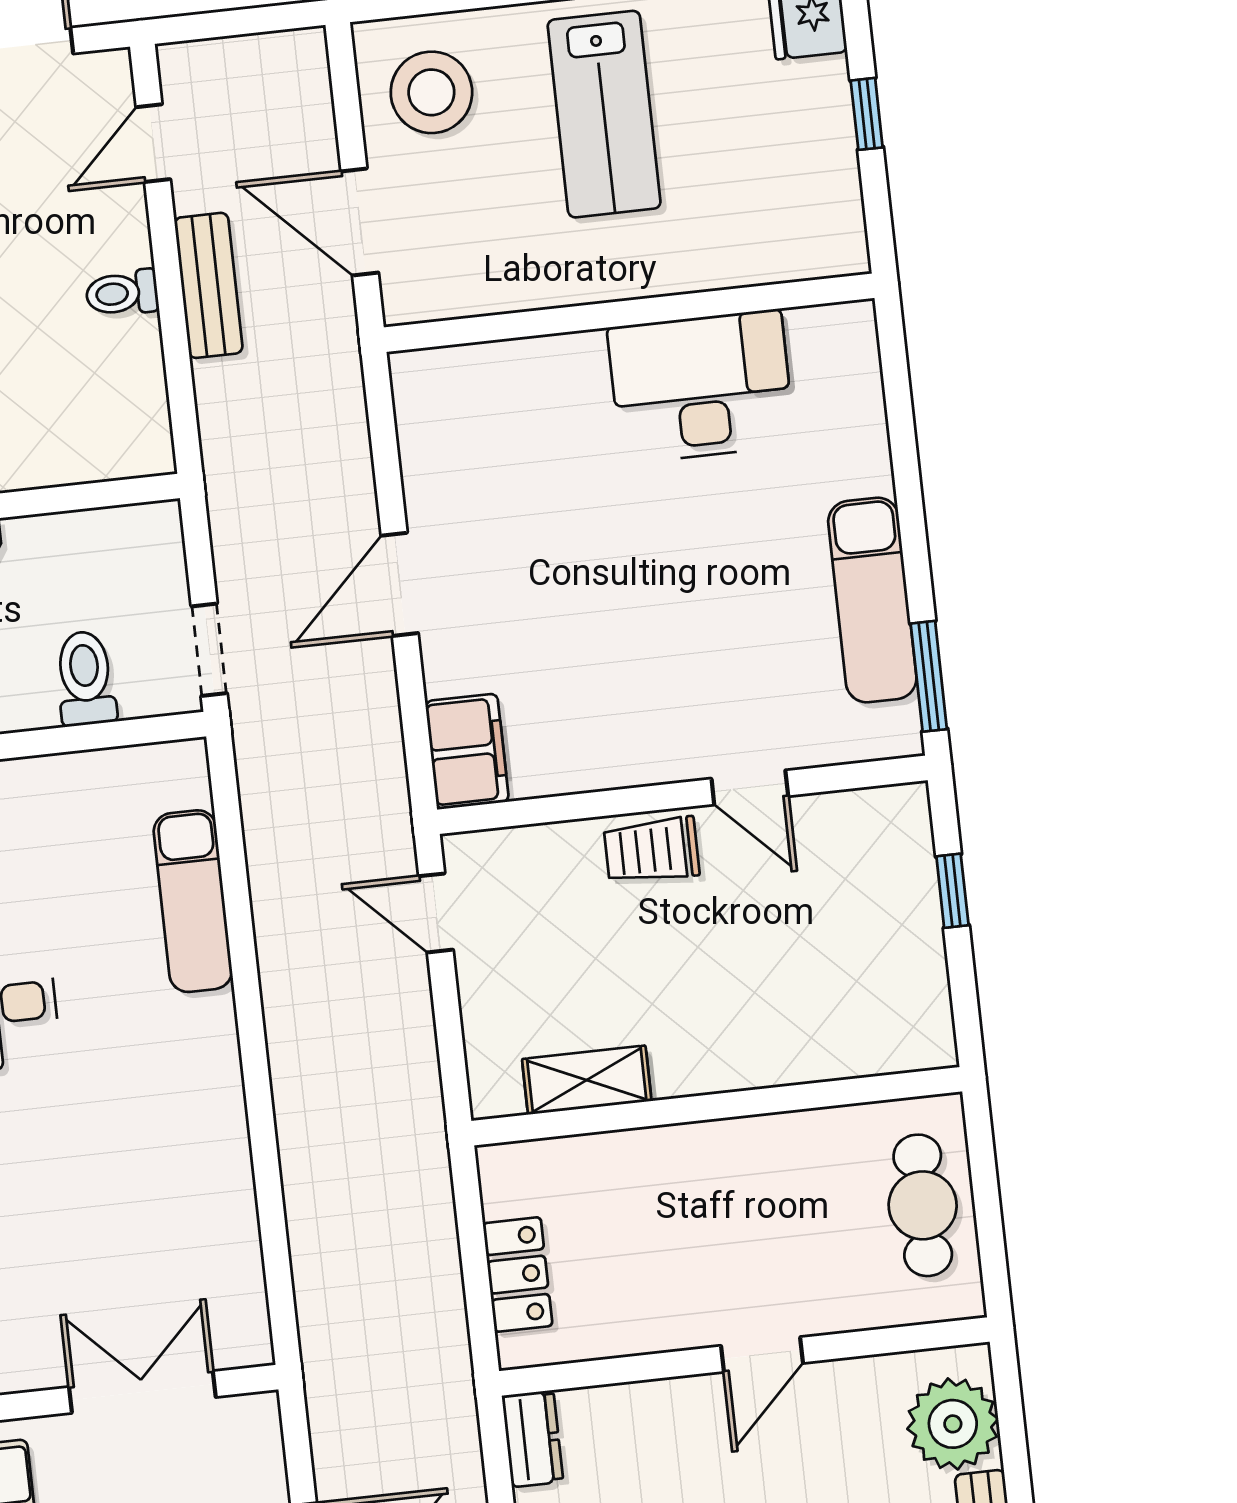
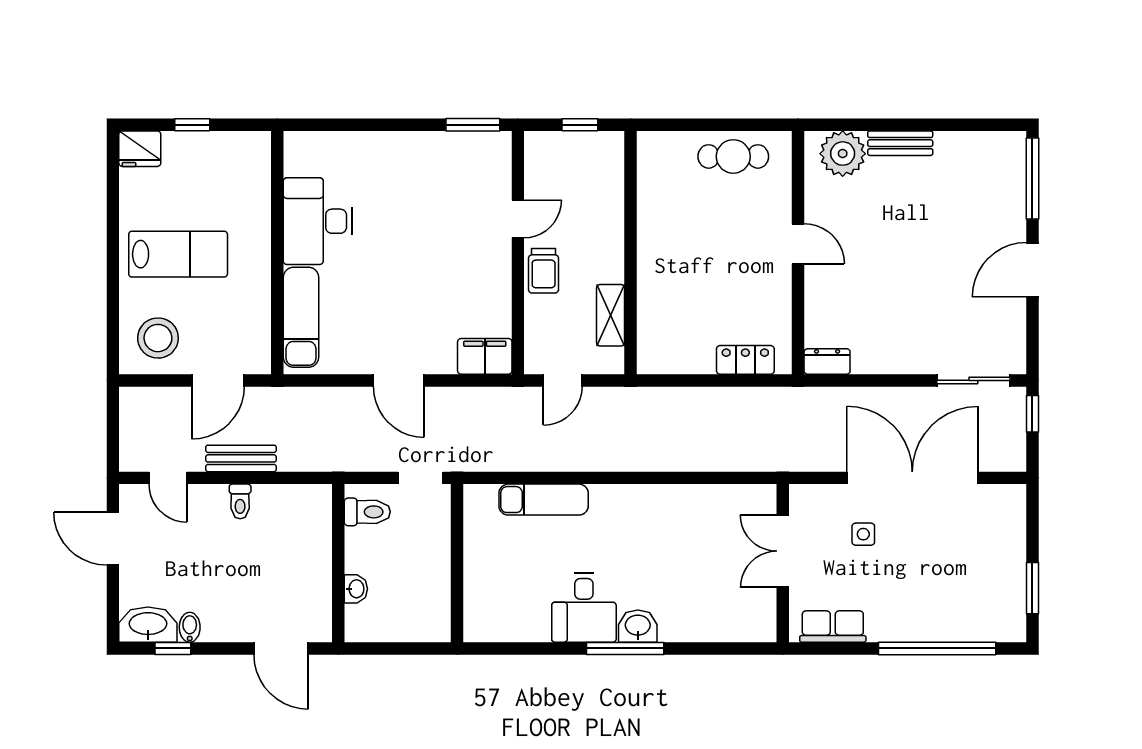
exam couch: (872, 600) -> (301, 317), moved, turned -90
toilet: (85, 678) -> (367, 512), moved, turned 180
shelving: (587, 1080) -> (611, 315), moved
wall: (717, 1106) -> (631, 253), moved

